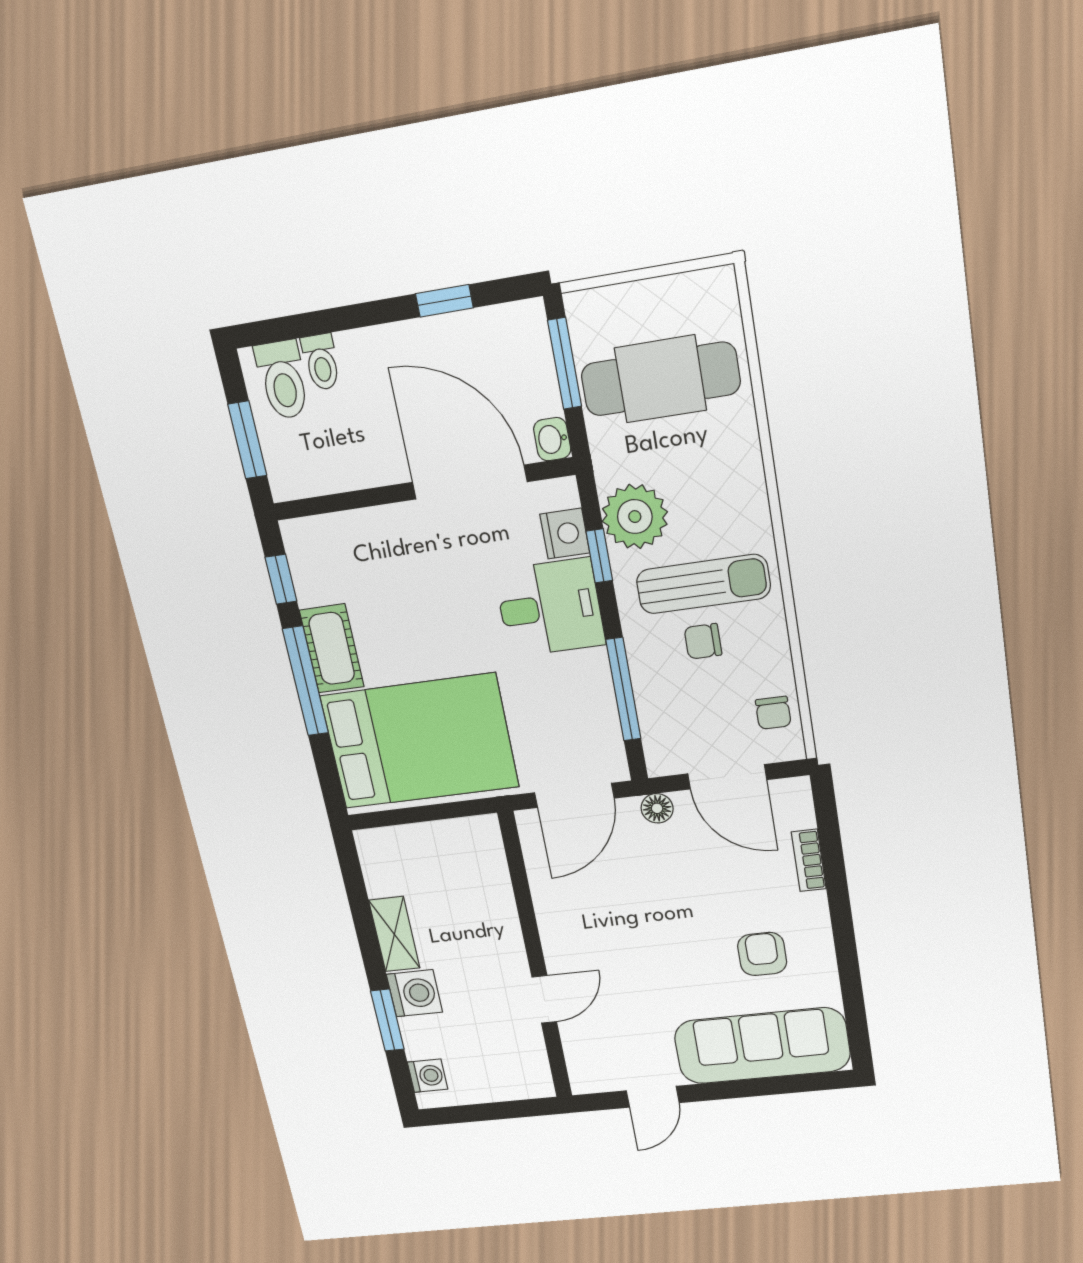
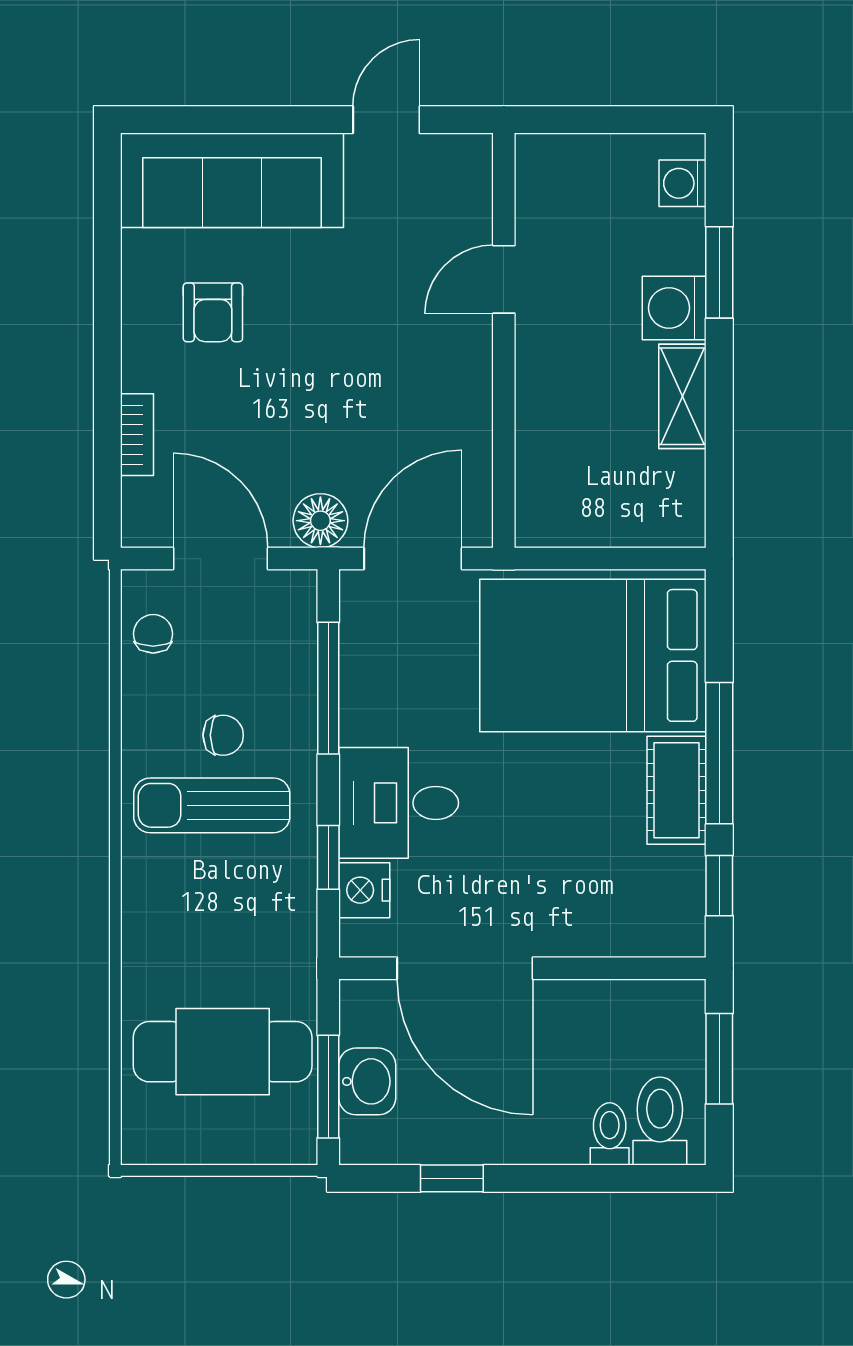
washbasin: (552, 439) -> (367, 1081), moved, width x1.38, depth x1.45
plant: (635, 517) -> (279, 898), removed
floor lamp: (657, 808) -> (320, 521), width x1.37, depth x1.37

